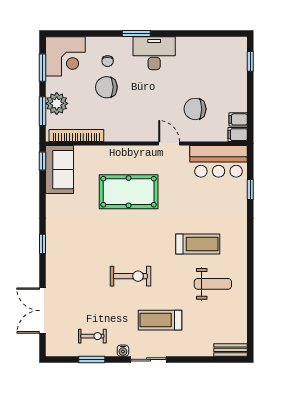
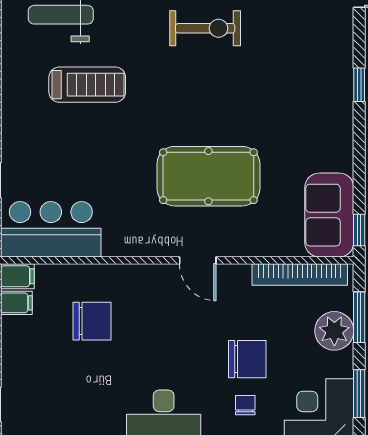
door: (169, 144) -> (198, 260), moved
treadmill: (198, 244) -> (87, 85), turned 180
exercise bike: (130, 276) -> (205, 28), turned 180

